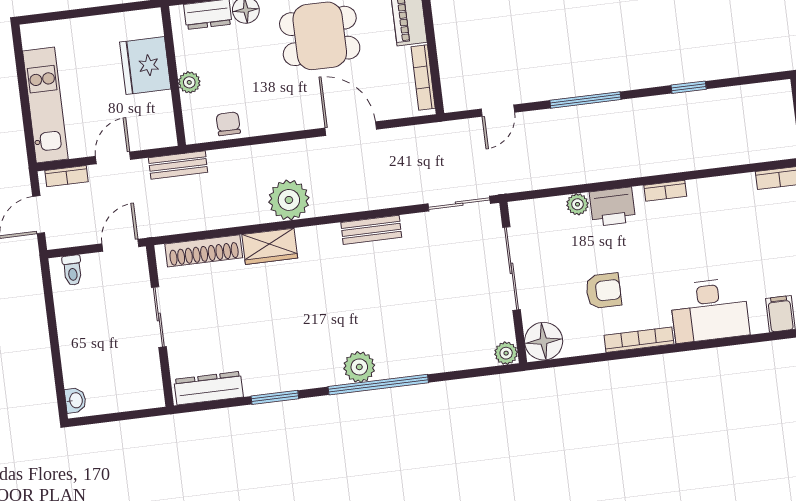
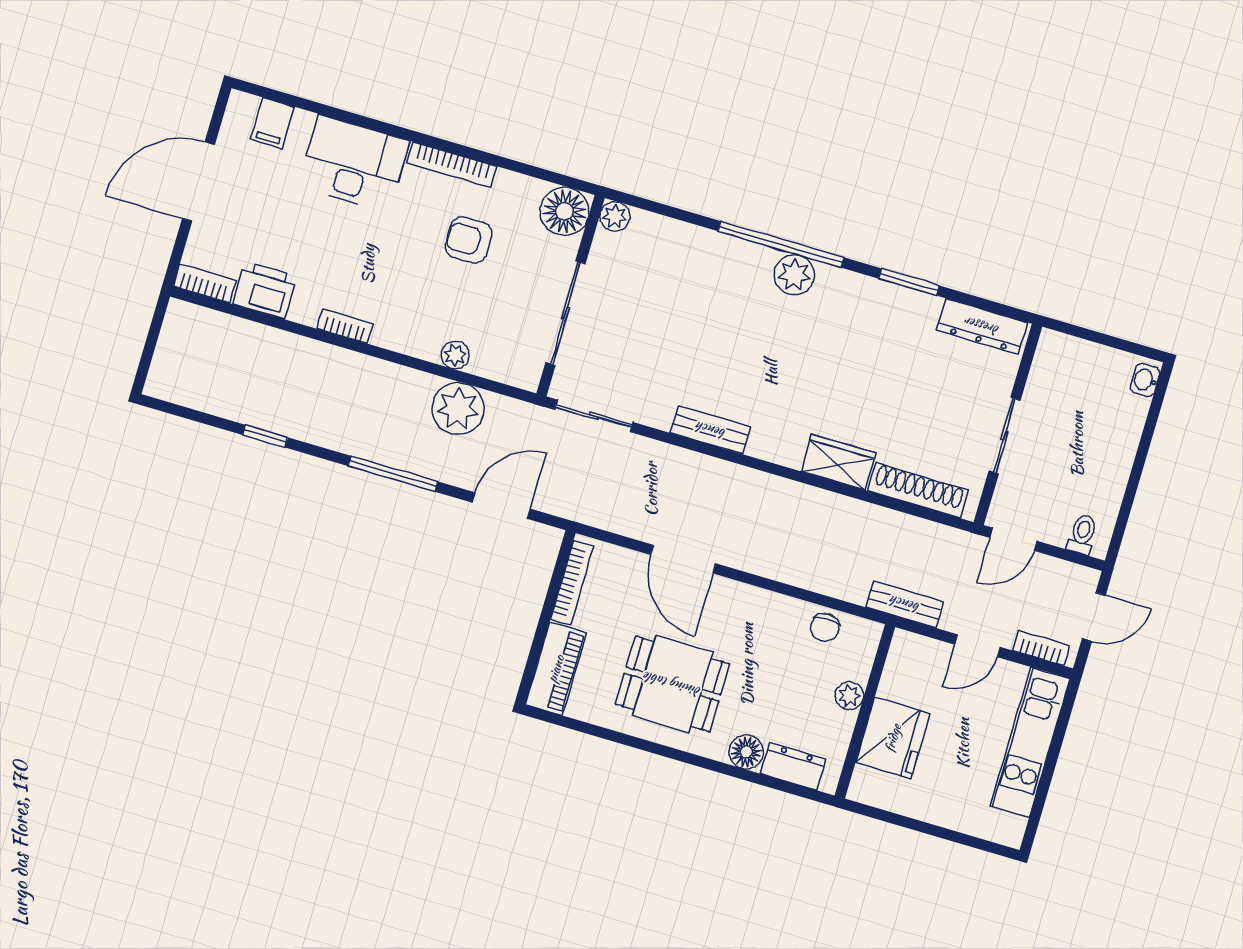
door: (498, 111) -> (501, 506), width x1.38
plant: (289, 200) -> (458, 409), moved
printer: (612, 207) -> (265, 290), moved

